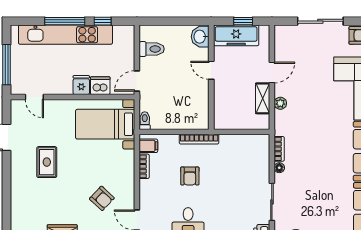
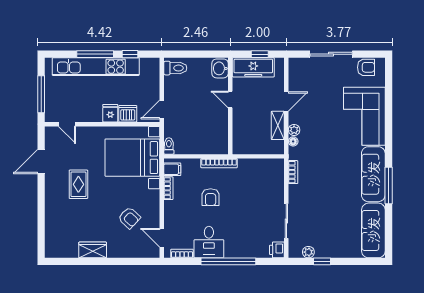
toilet: (152, 49) -> (175, 68), moved
bed with nightstands: (105, 124) -> (132, 158), width x1.36
floor lamp: (279, 168) -> (293, 141), moved

